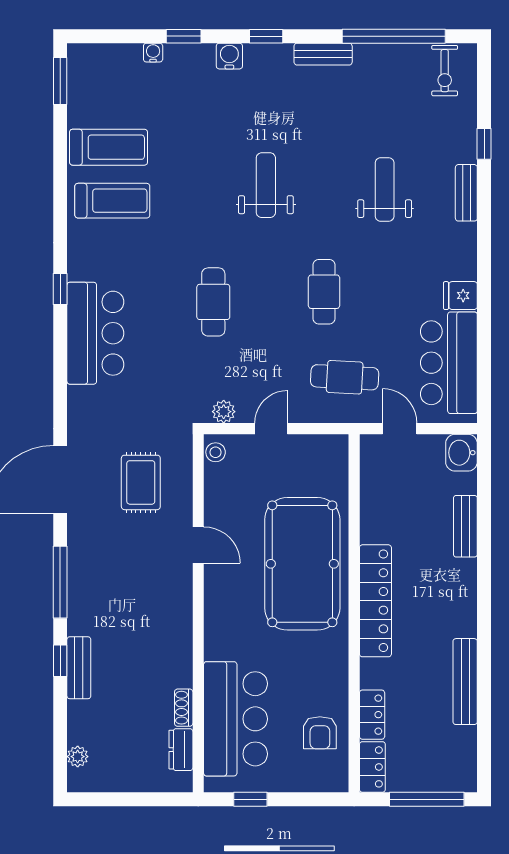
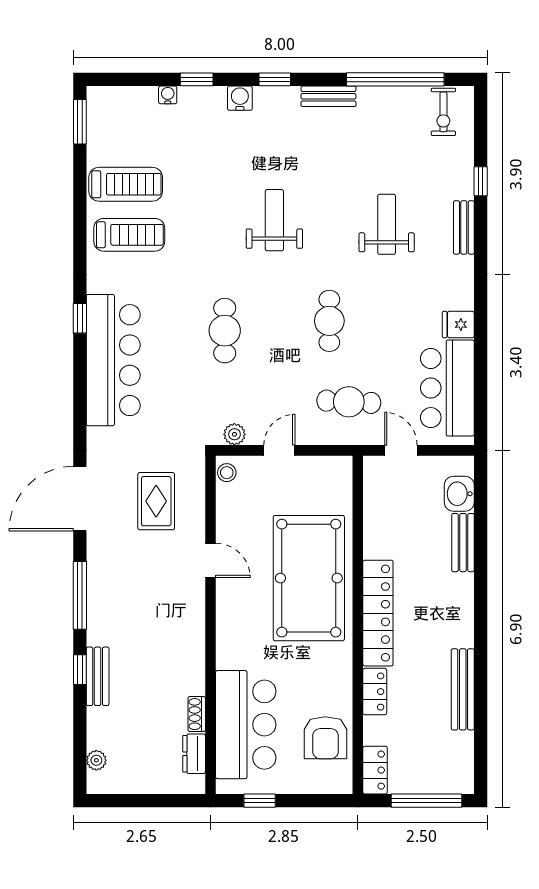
bar counter: (95, 333) -> (113, 360), width x1.36
washbasin: (461, 453) -> (459, 494), moved
locker: (372, 715) -> (375, 692), moved
armchair: (320, 733) -> (325, 738), width x1.38, depth x1.38

